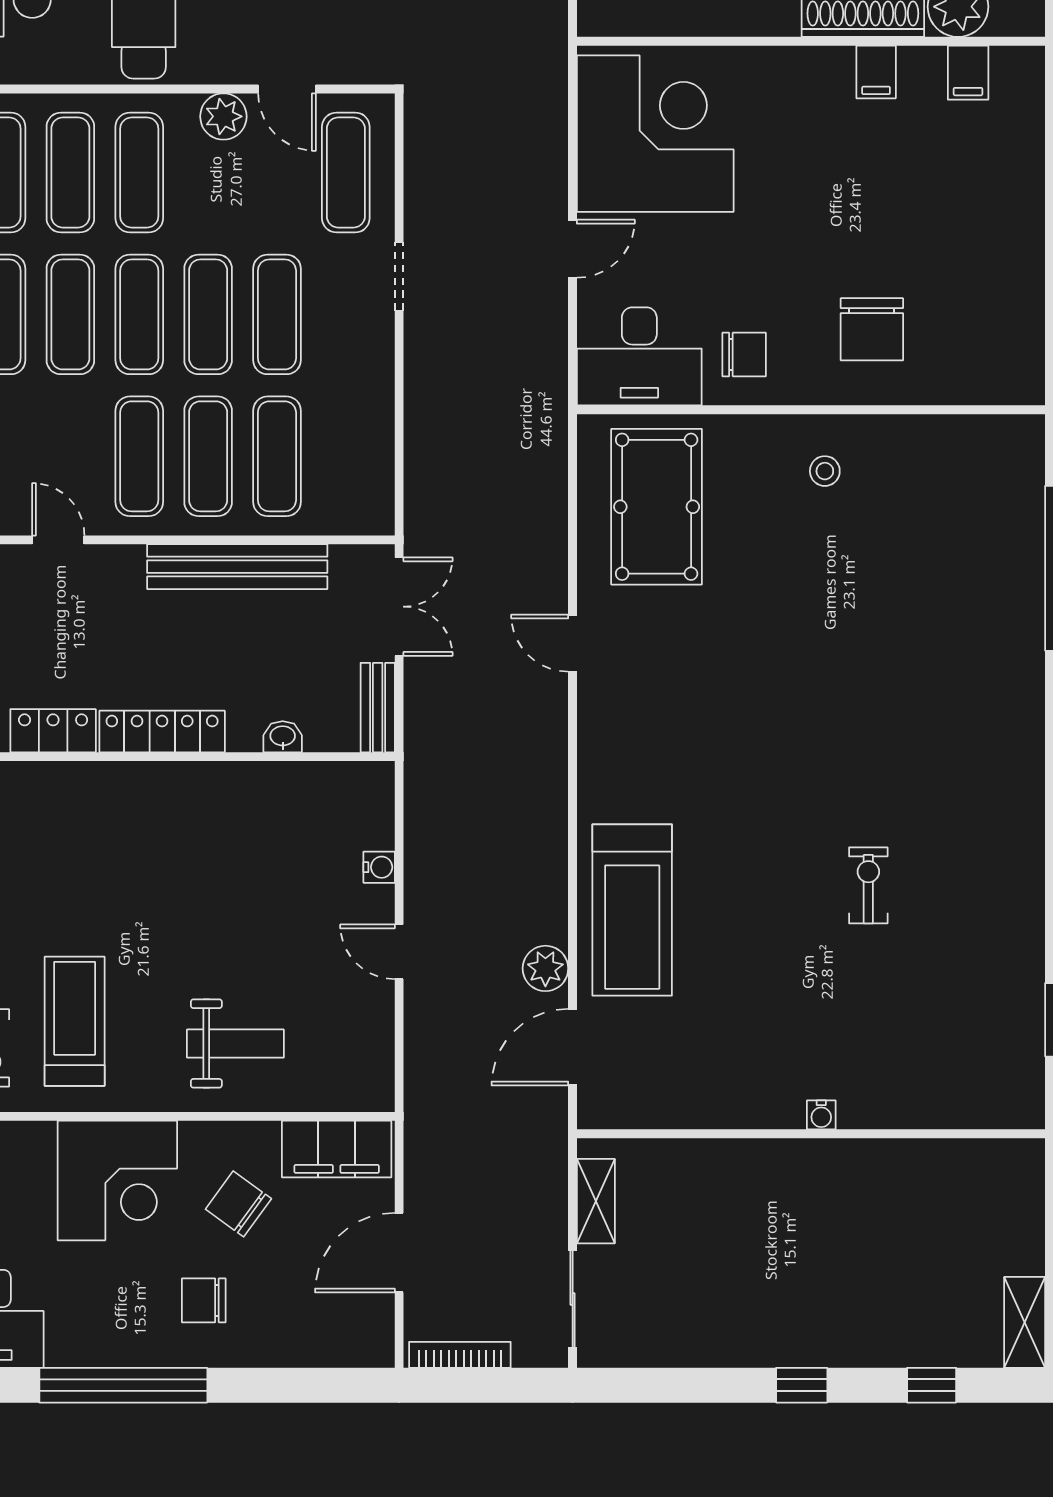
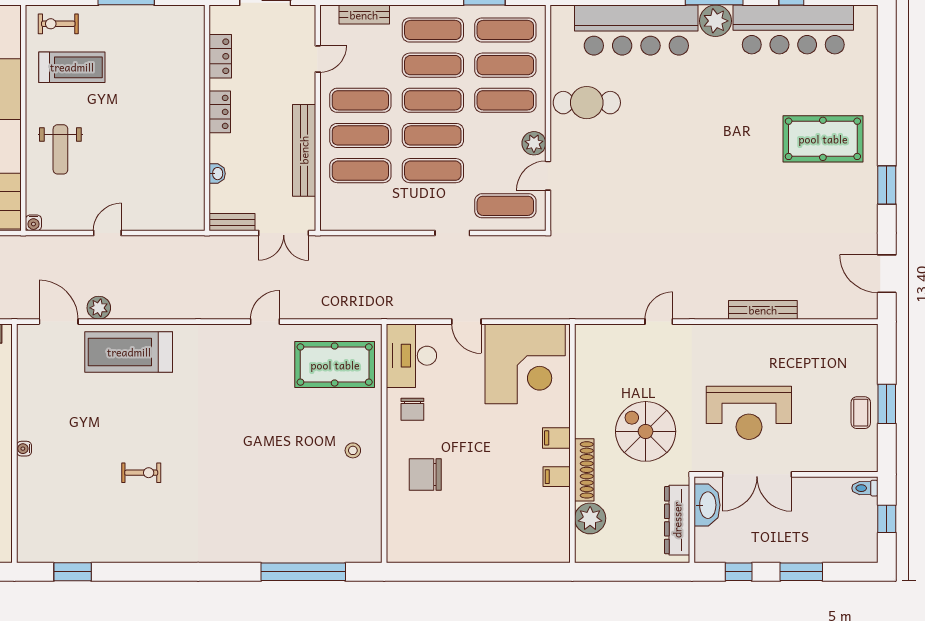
filing cabinet: (968, 73) -> (556, 438), moved
locker: (162, 731) -> (220, 112), width x0.66
water cooler: (379, 867) -> (33, 223), moved

